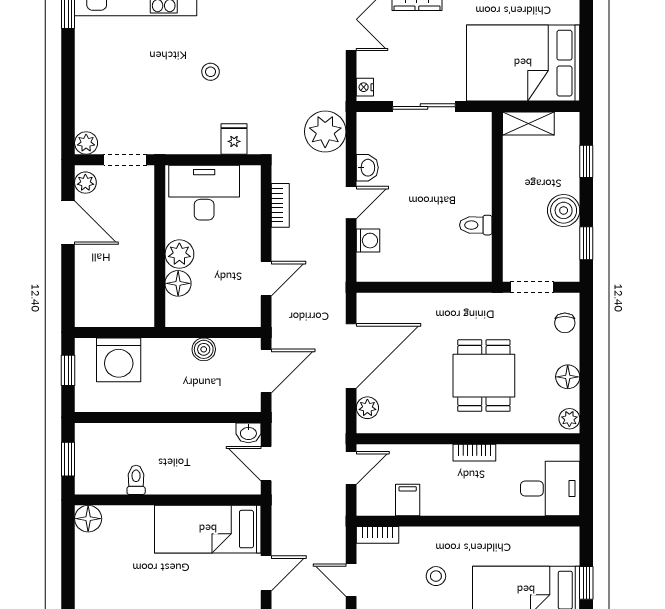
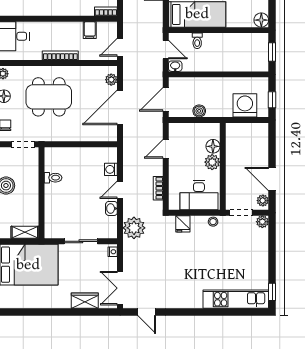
stool: (211, 72) -> (213, 222), moved
dining table: (484, 376) -> (49, 97), width x1.37
bookcase: (474, 453) -> (60, 56), width x1.56
toilet: (136, 480) -> (197, 41), moved

